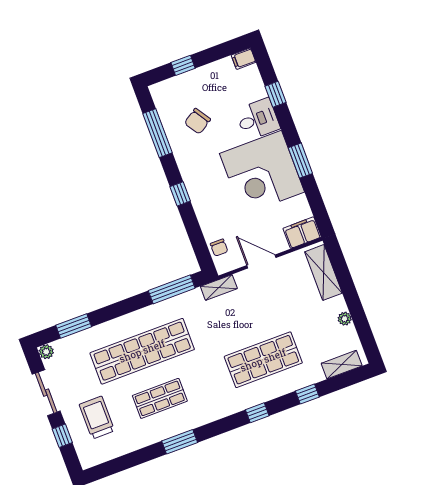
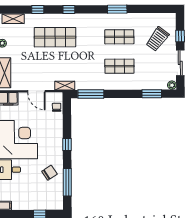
chair: (197, 121) -> (50, 173), moved
shop shelf: (142, 351) -> (119, 66), width x0.50, depth x0.74
trolley: (97, 418) -> (157, 39), turned 37

